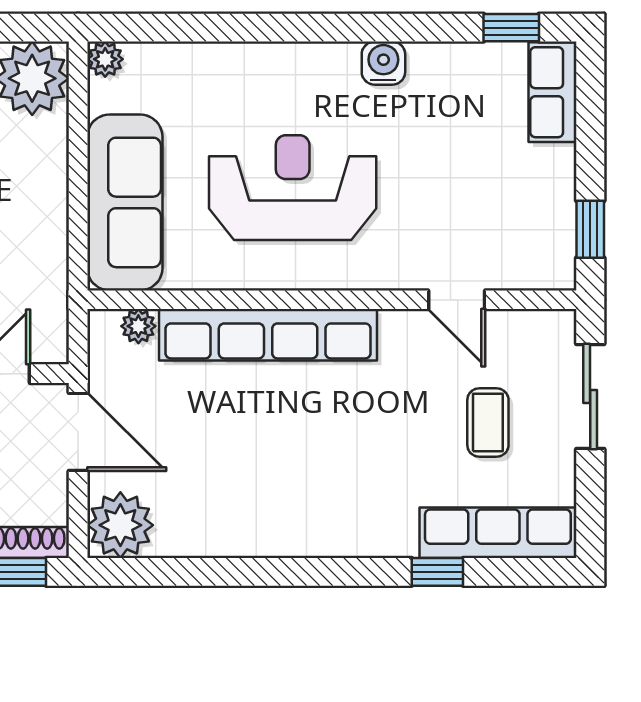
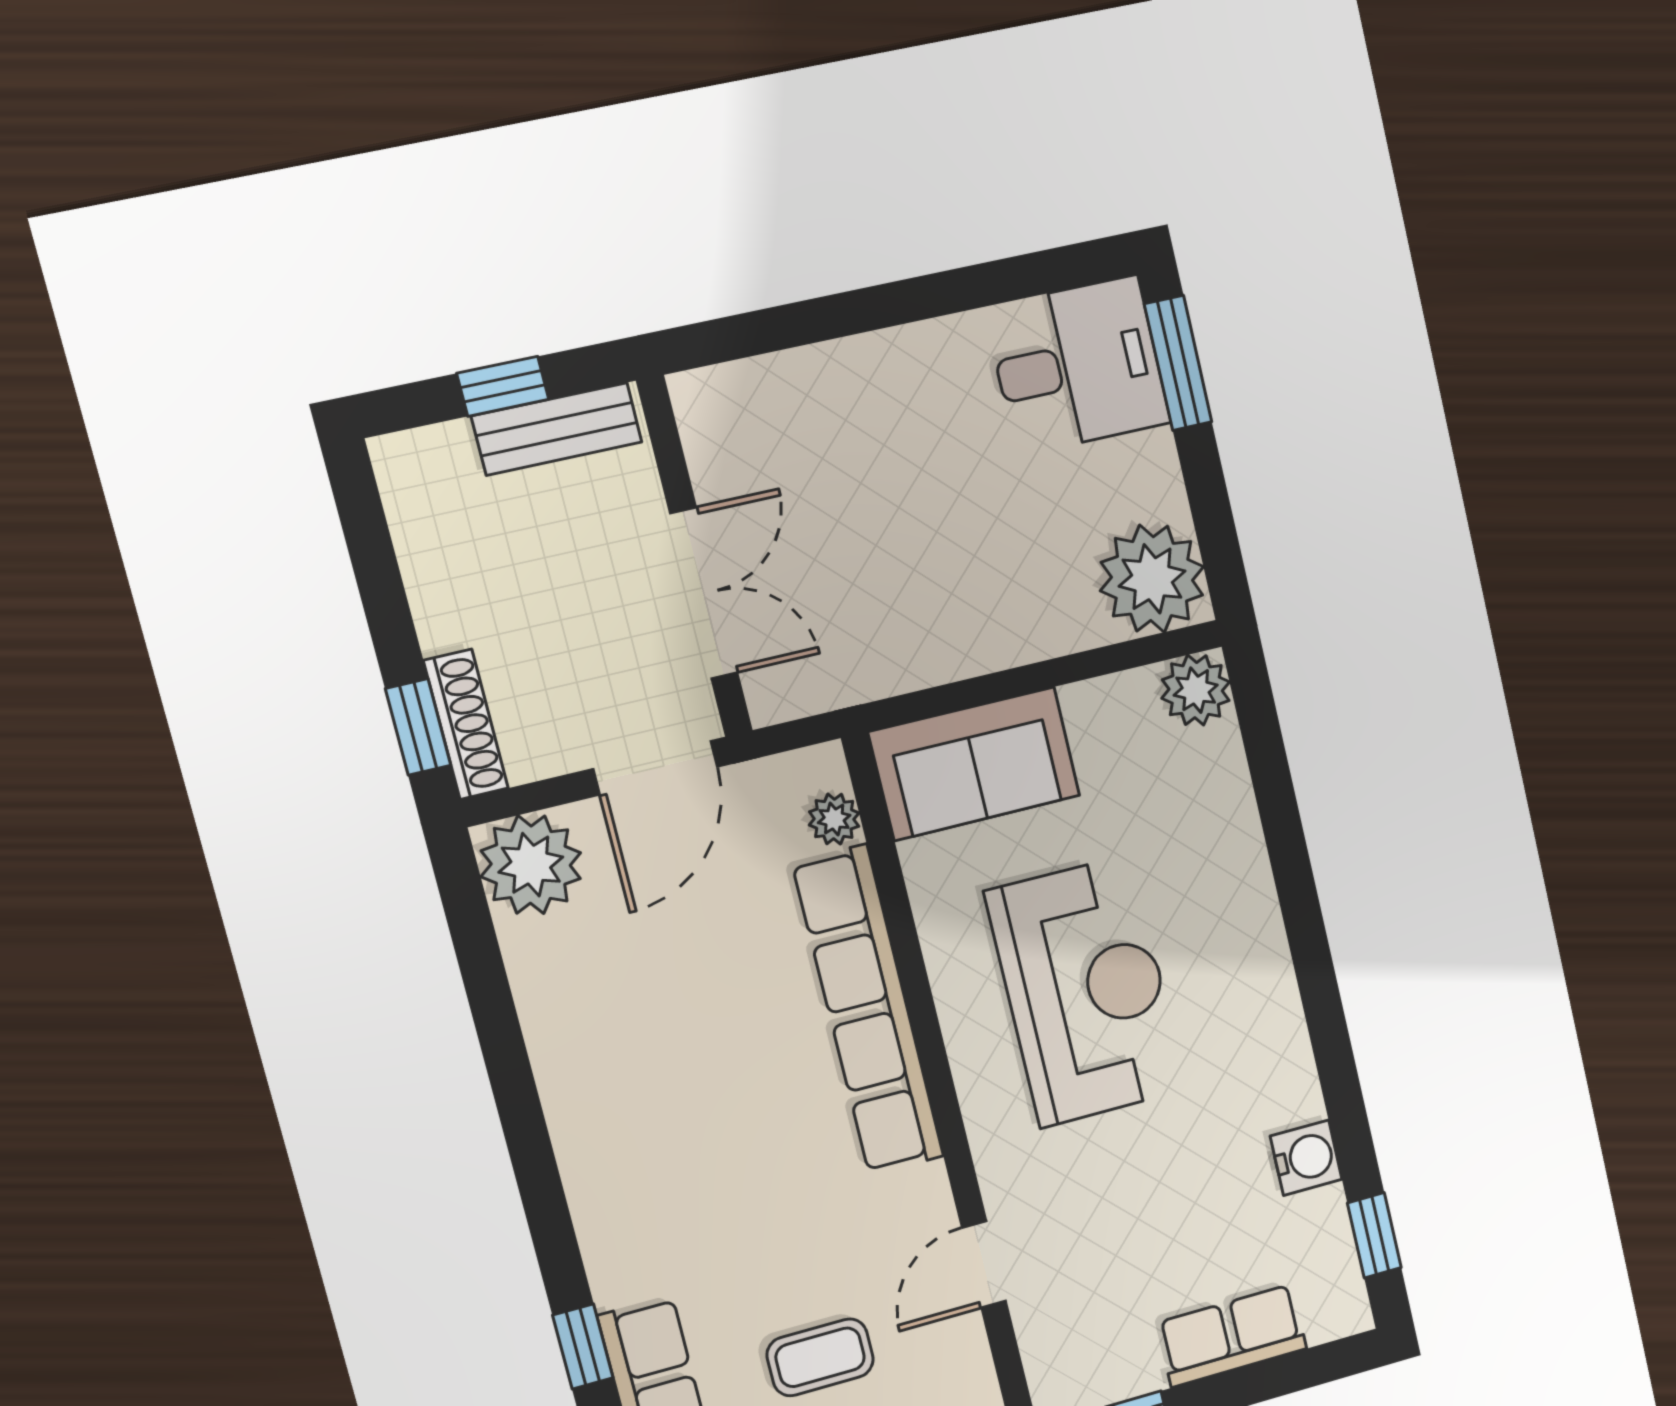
plant: (105, 59) -> (1196, 690), width x1.38, depth x1.38
water cooler: (383, 63) -> (1306, 1158), moved
row of seats: (552, 92) -> (1232, 1336), moved
sofa: (125, 202) -> (974, 764), width x0.73

